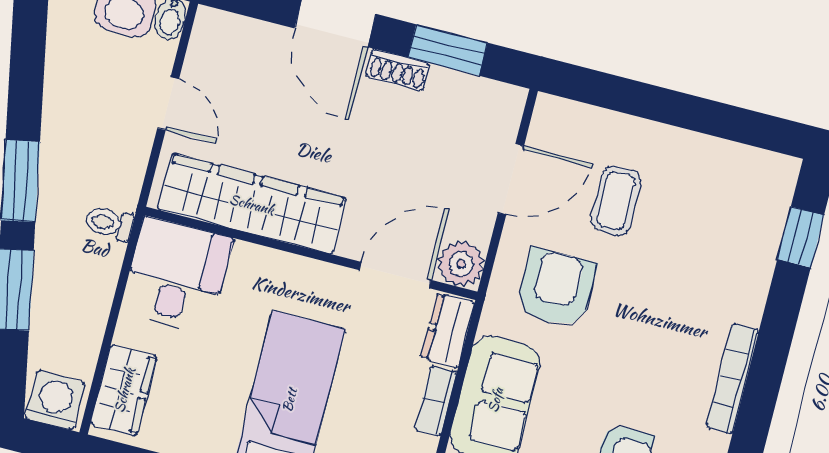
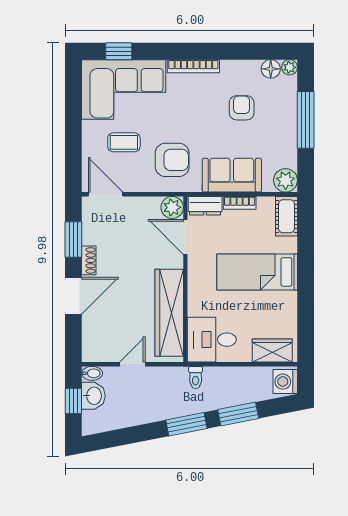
door: (511, 179) -> (106, 194), moved
corner sofa: (722, 227) -> (124, 89), added
armchair: (556, 288) -> (172, 160), turned 180

